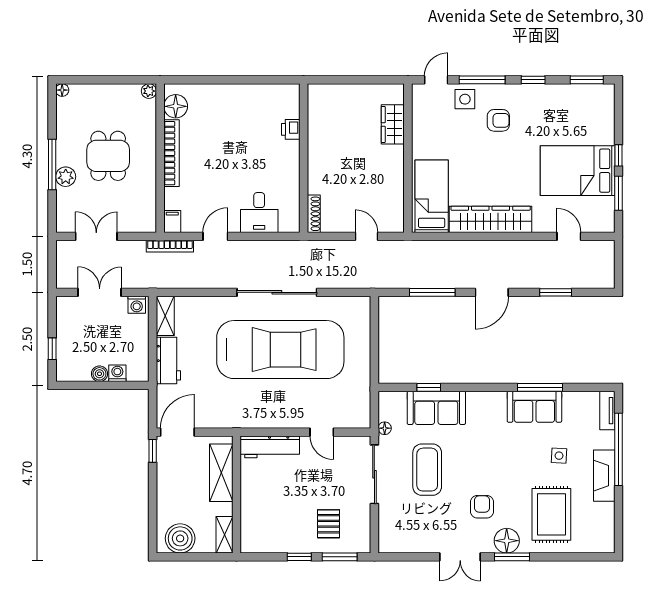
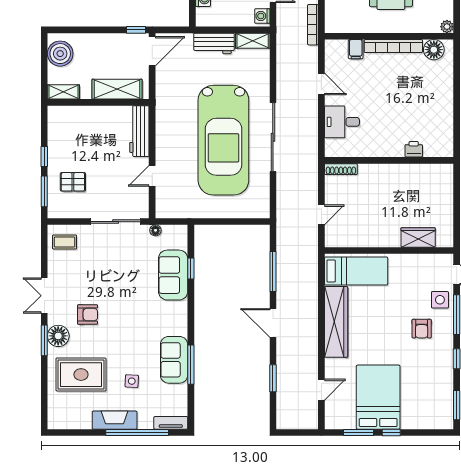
filing cabinet: (172, 221) -> (356, 49), moved, turned 90
bookcase: (170, 246) -> (313, 25), moved
door: (177, 432) -> (152, 51), hinge flipped
coffee table: (427, 470) -> (65, 242), moved, width x0.54, depth x0.58

